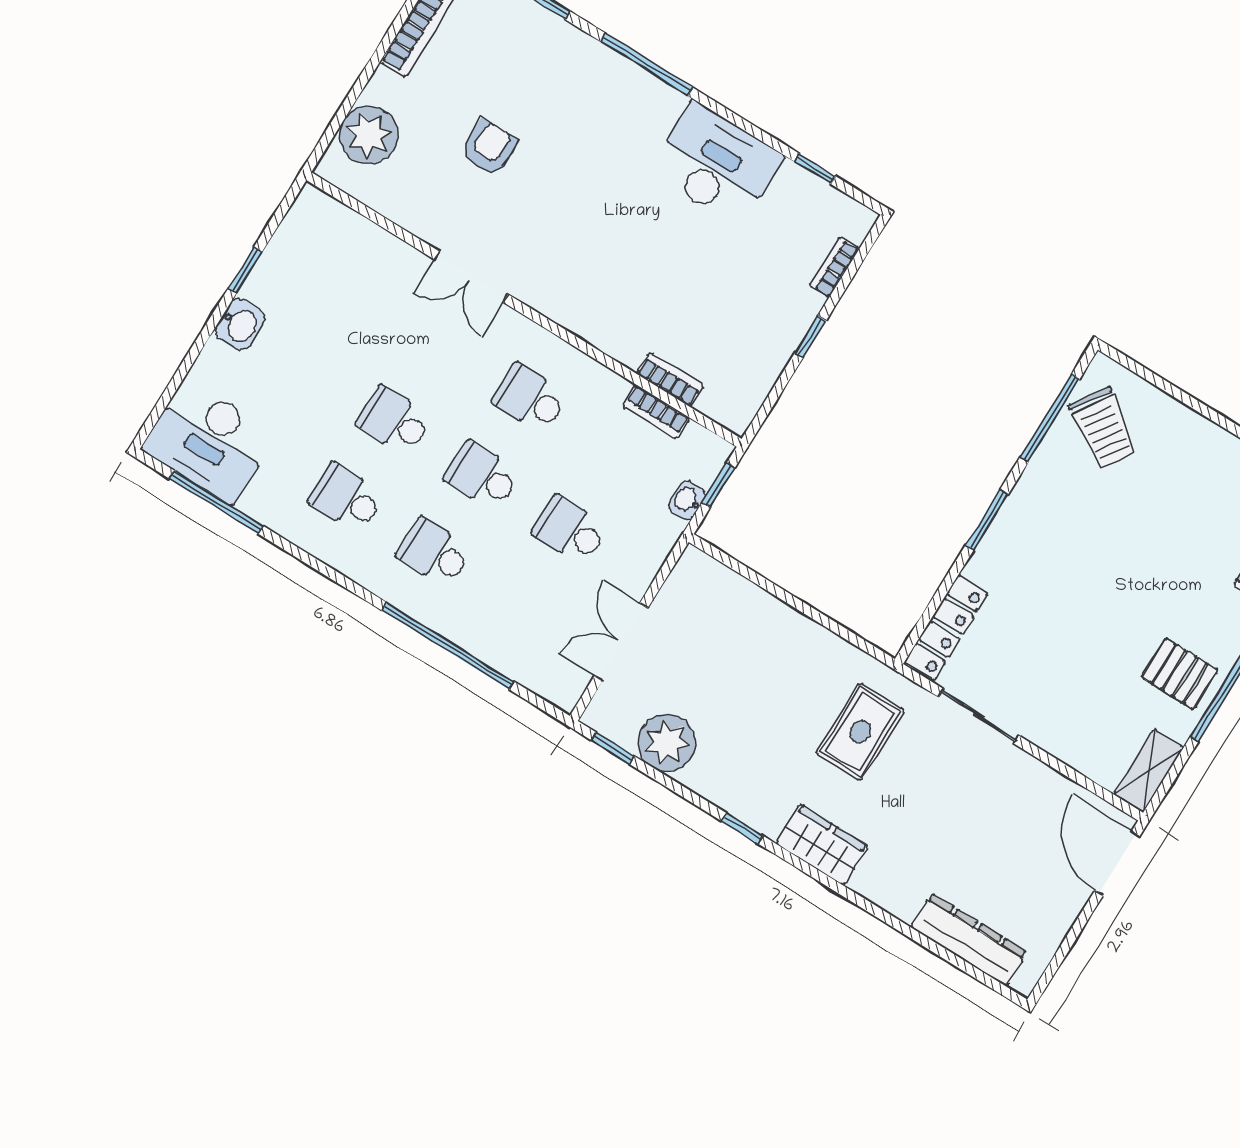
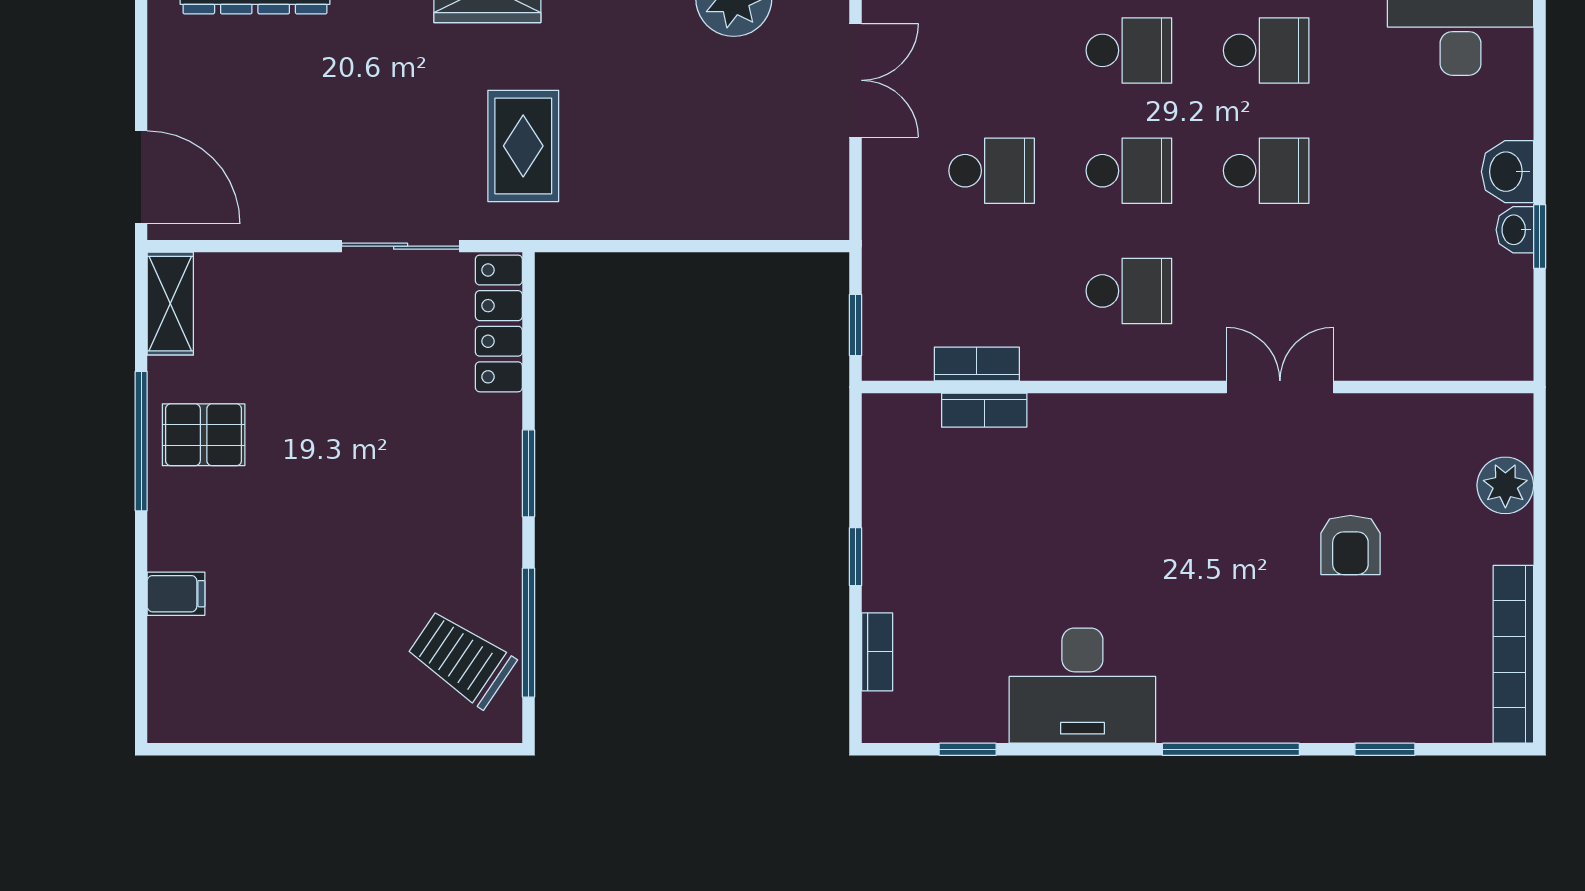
plant: (369, 135) -> (1505, 485), width x0.73, depth x0.73
washbasin: (687, 500) -> (1515, 230), moved, turned 180

